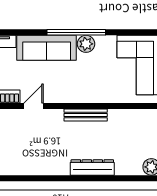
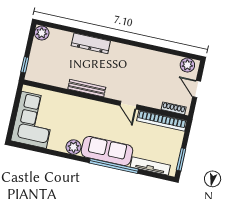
window: (76, 32) -> (114, 166), moved
door: (34, 106) -> (128, 105), hinge flipped

